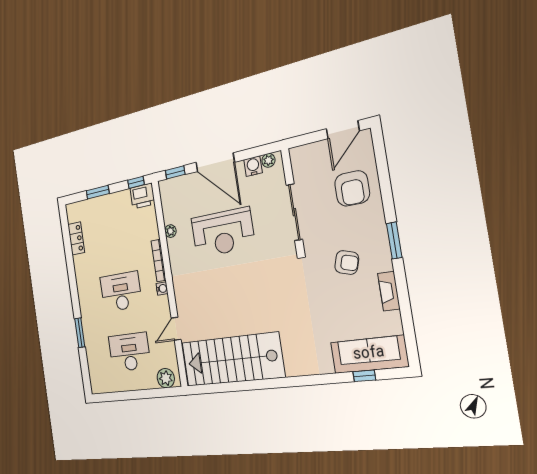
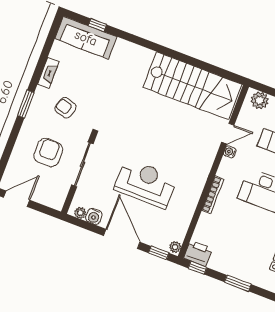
armchair: (352, 188) -> (48, 153), moved
plant: (170, 231) -> (175, 247), moved
water cooler: (162, 289) -> (230, 152), moved

